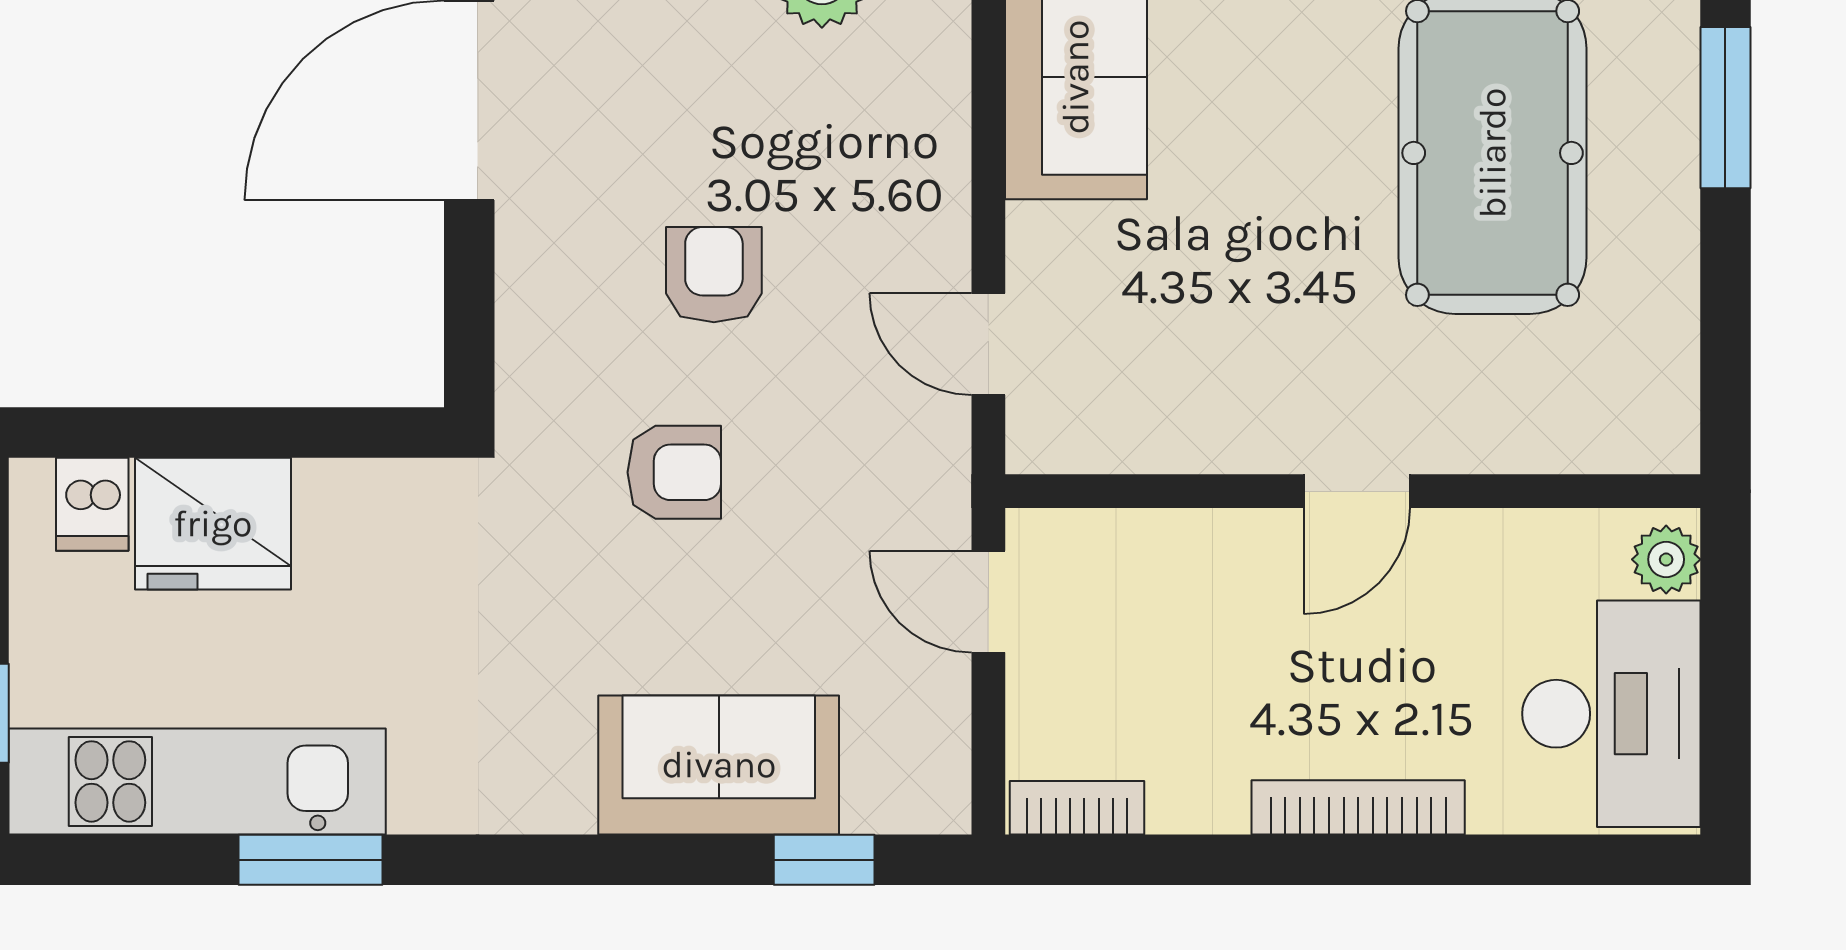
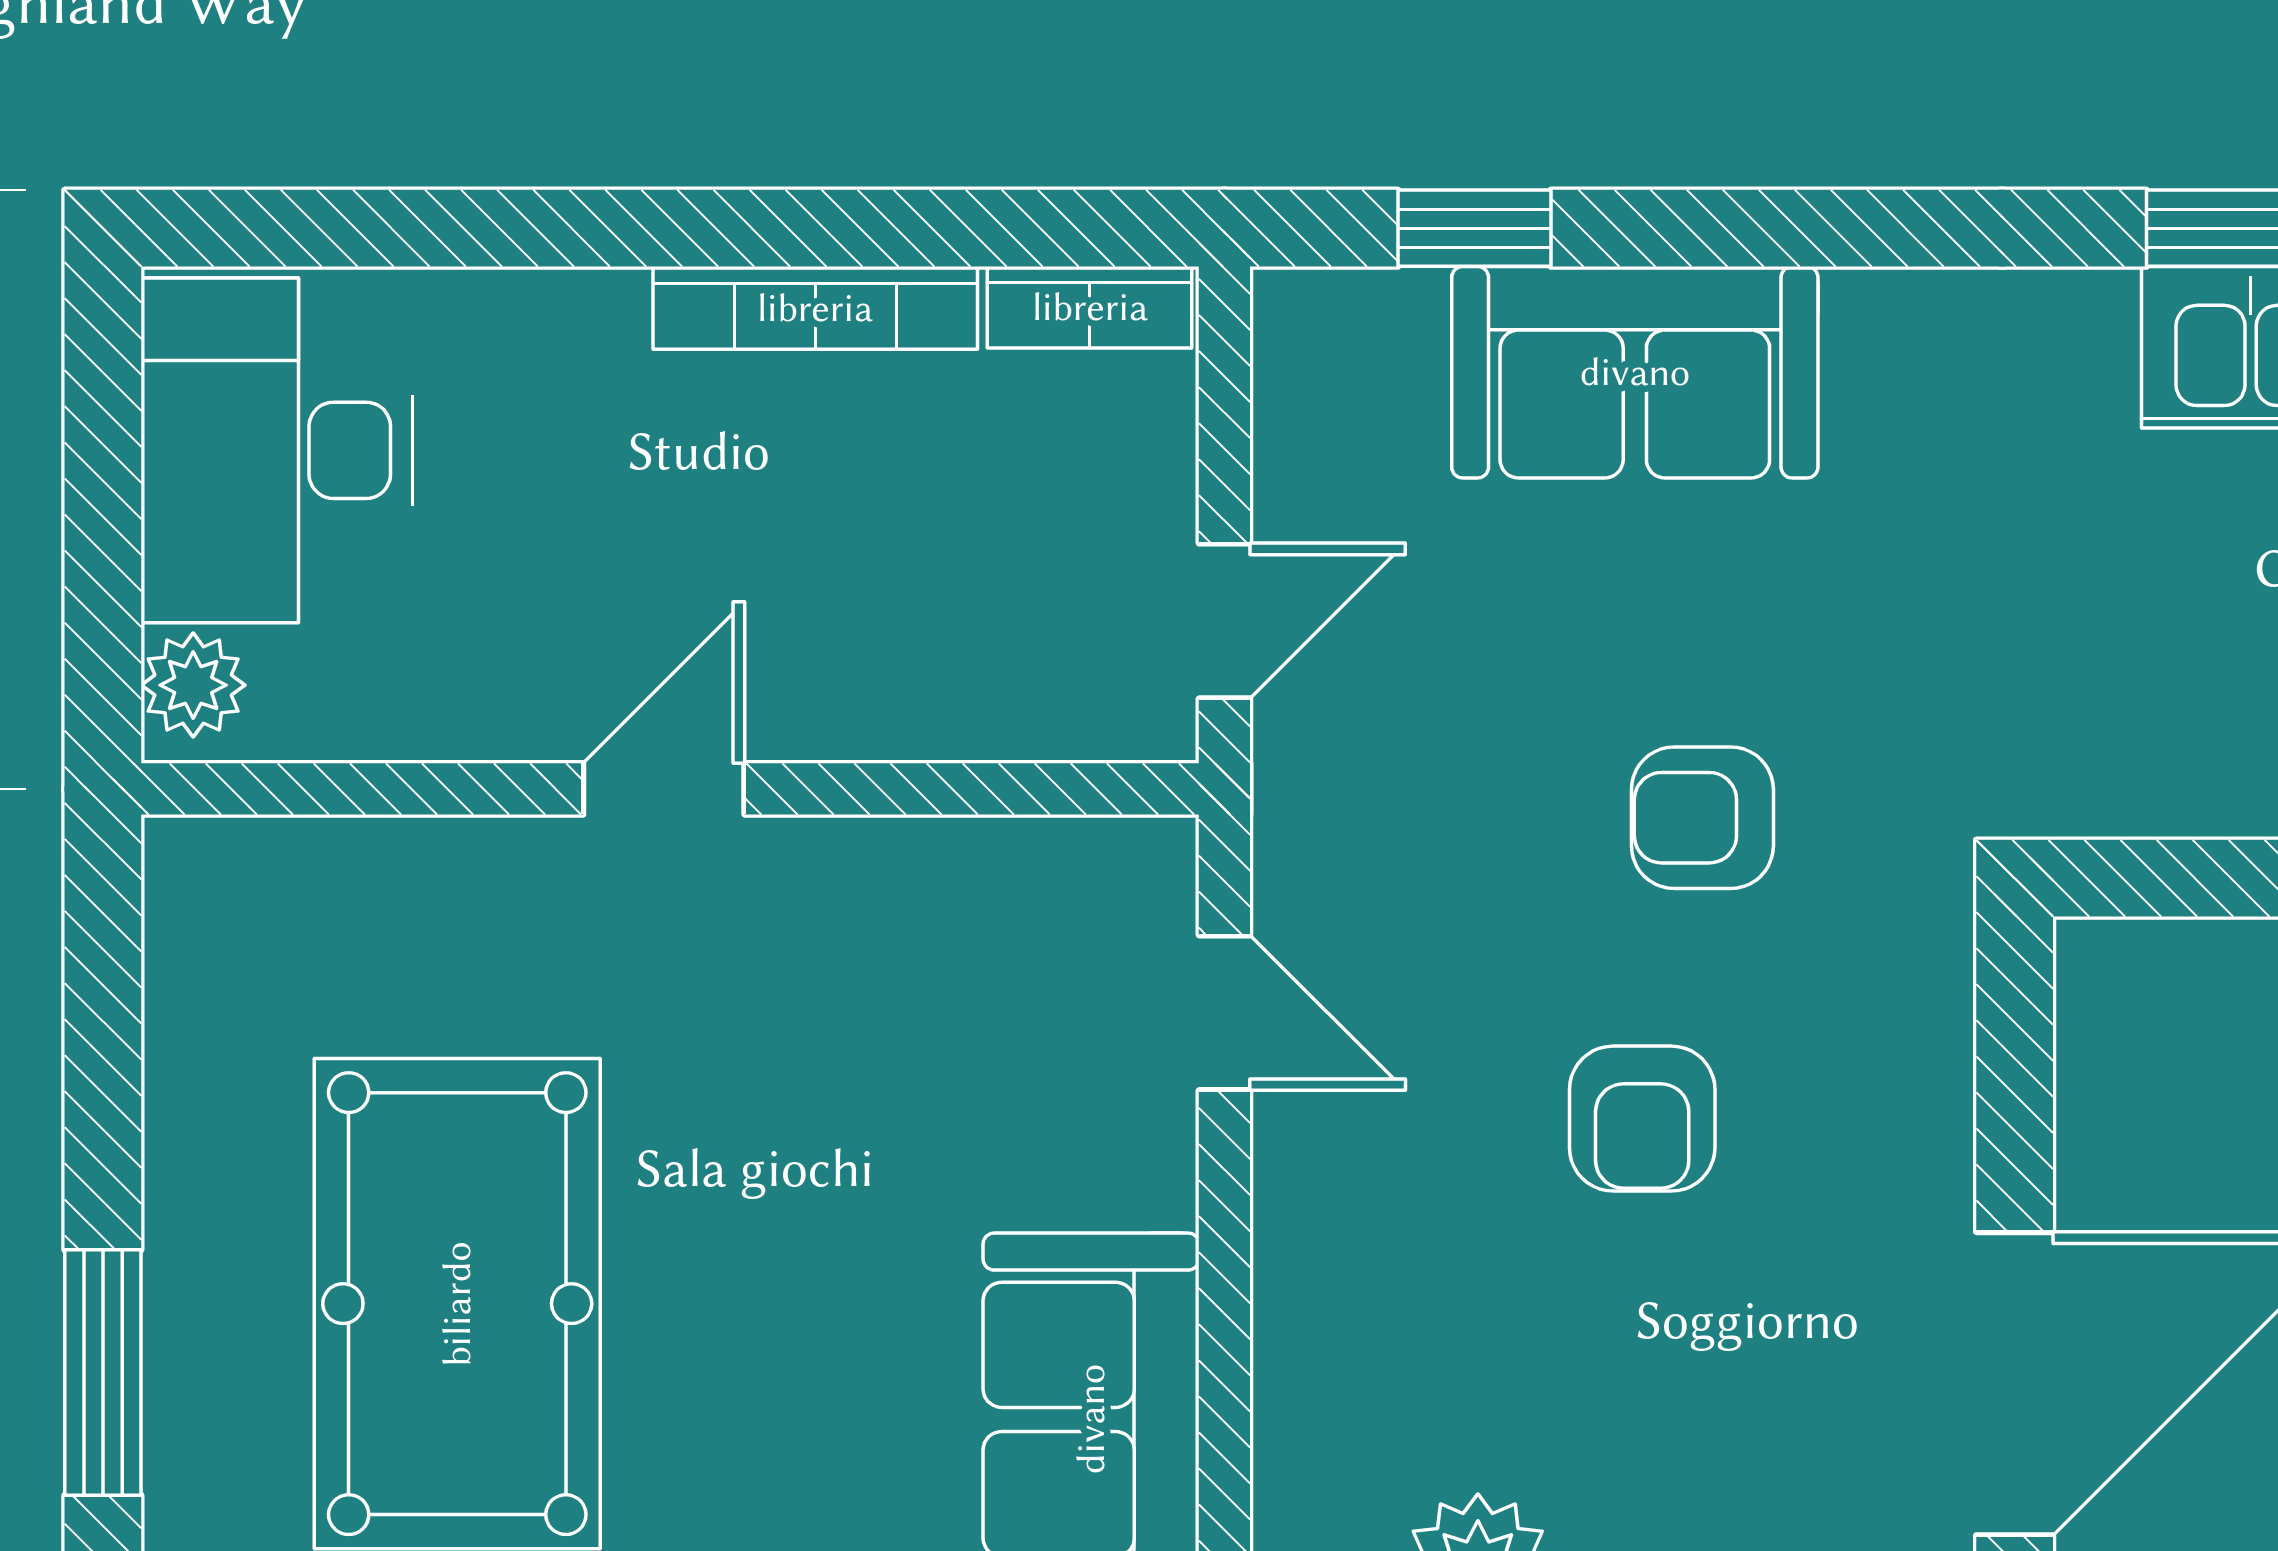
door: (988, 602) -> (1224, 621), hinge flipped
bookcase: (1358, 807) -> (815, 308), moved

